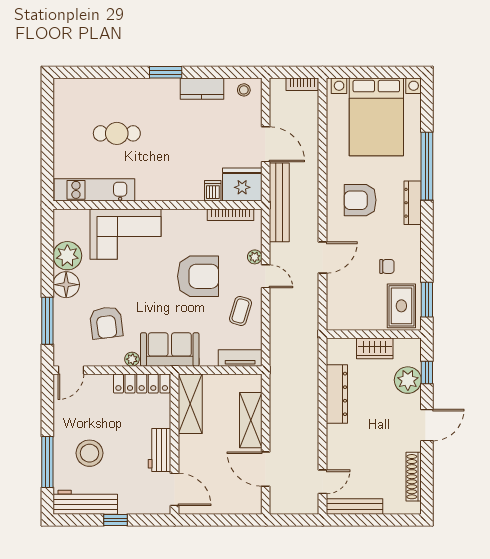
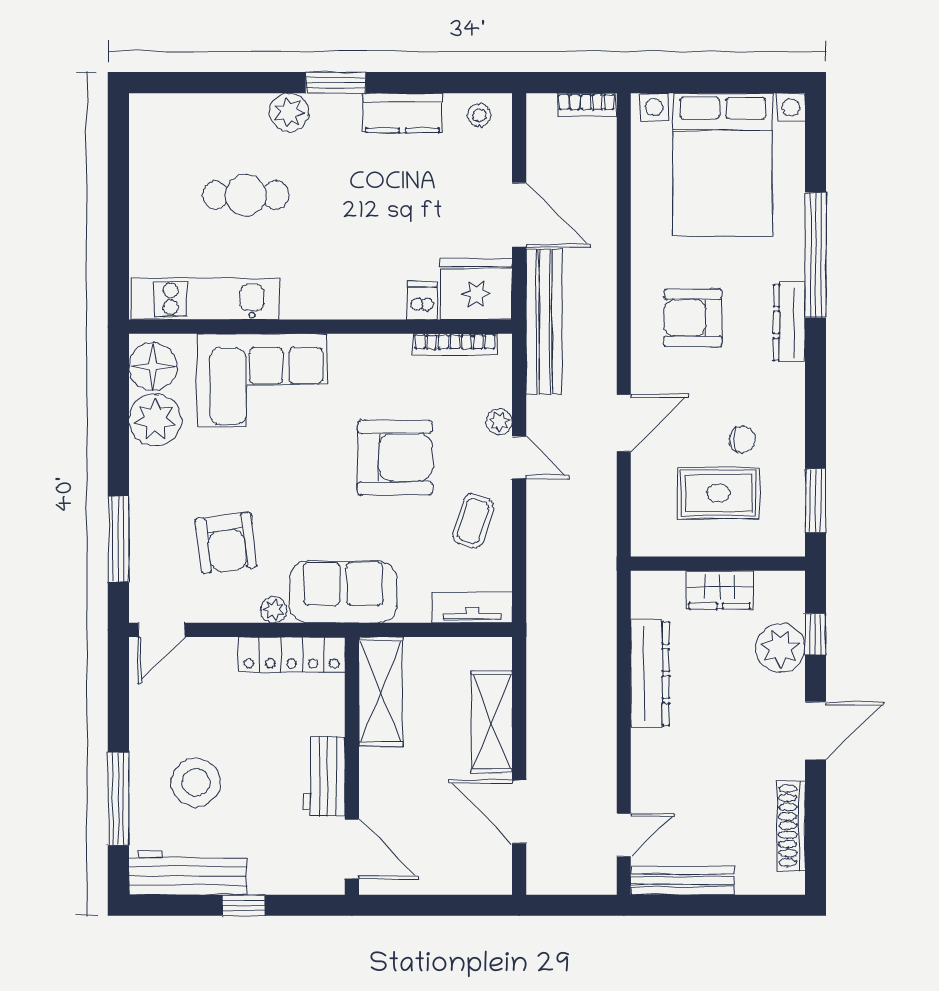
plant: (140, 89) -> (289, 113), added
floor lamp: (66, 285) -> (153, 367), moved
rug: (401, 306) -> (718, 493), moved, turned 90

